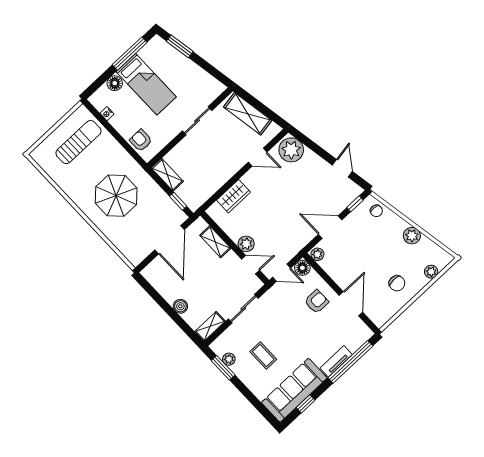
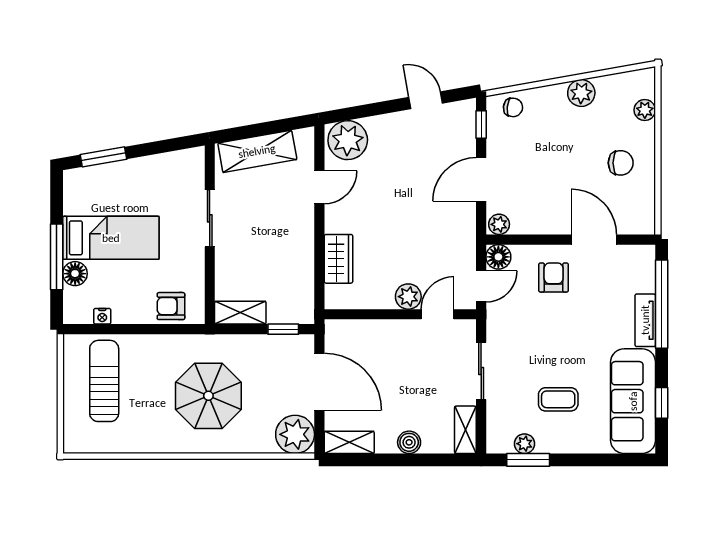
window: (130, 54) -> (57, 257), moved
shelving: (215, 242) -> (349, 442), moved
plant: (135, 251) -> (295, 434), added

